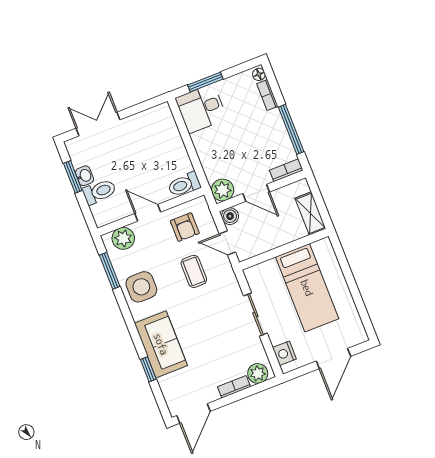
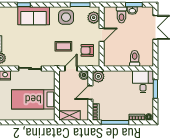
toilet: (184, 185) -> (135, 58), moved

